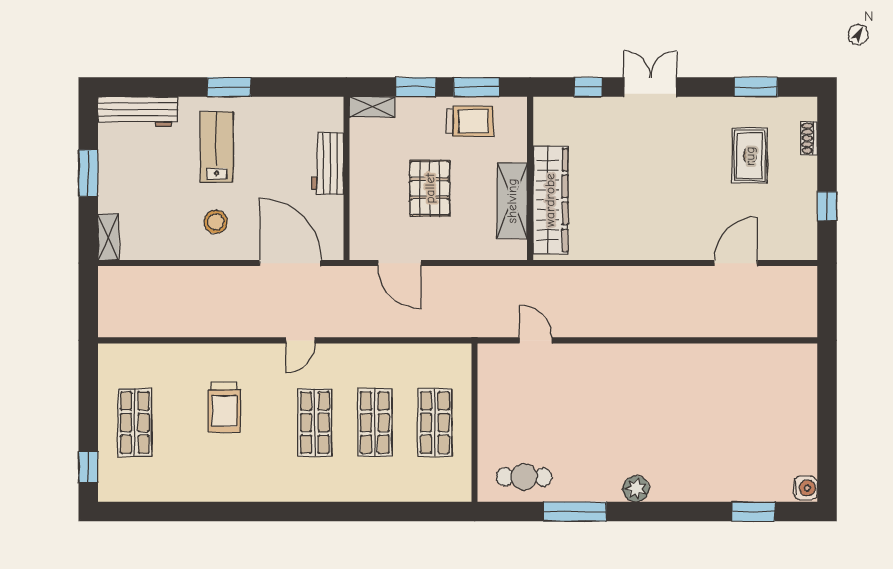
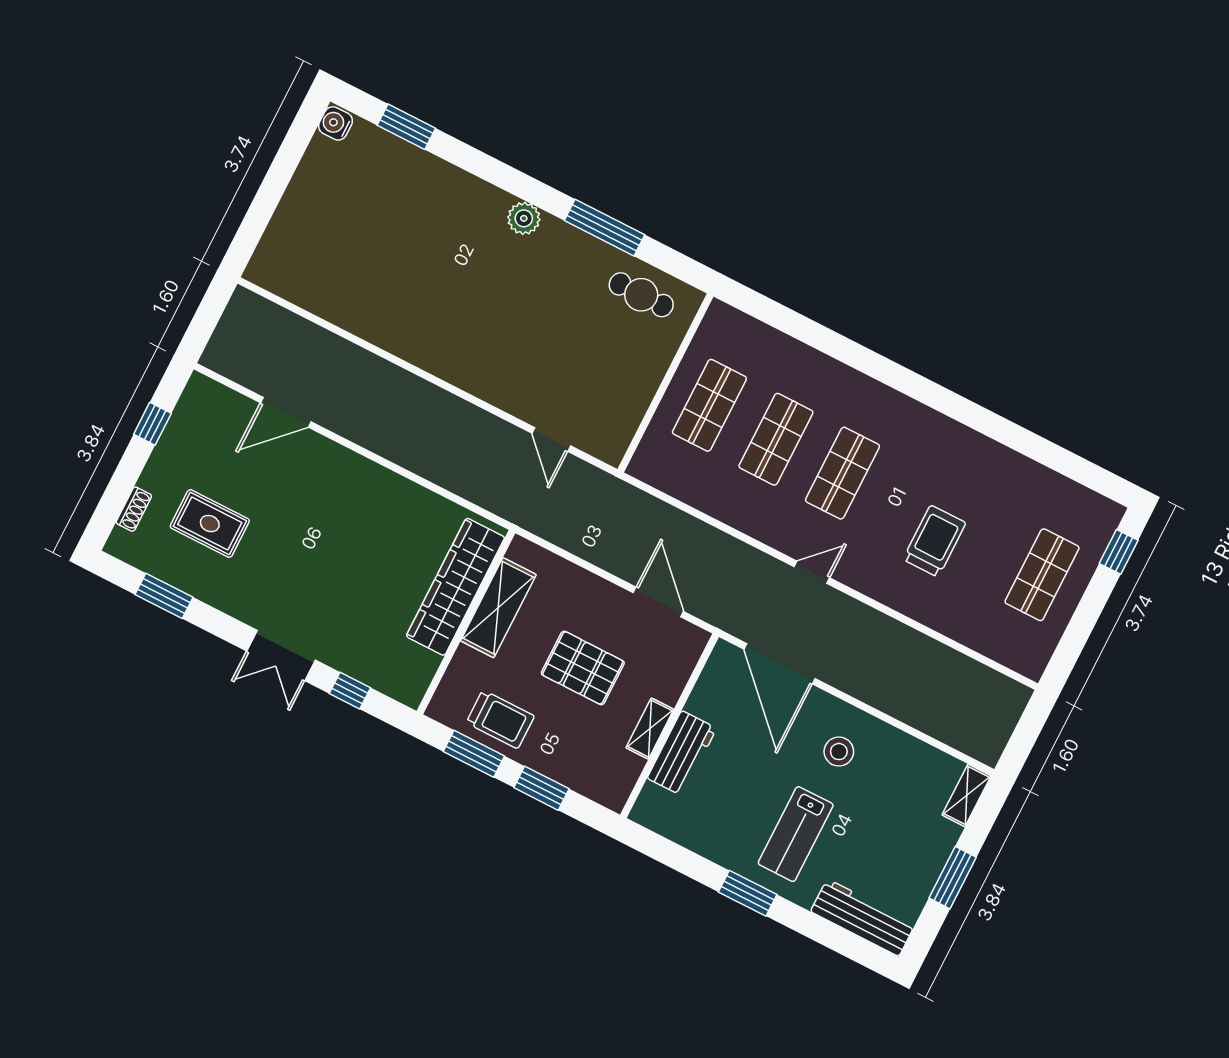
shelving: (372, 107) -> (650, 729), moved, turned 90
trolley: (470, 121) -> (500, 719), turned 180
rug: (750, 156) -> (210, 524), turned 90
pallet: (430, 188) -> (583, 668), turned 90

